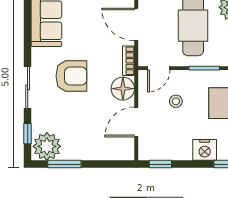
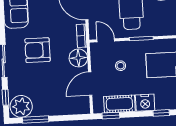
door: (159, 68) -> (106, 40), swing flipped
armchair: (71, 76) -> (37, 50), turned 180
cot: (172, 150) -> (119, 104), added

